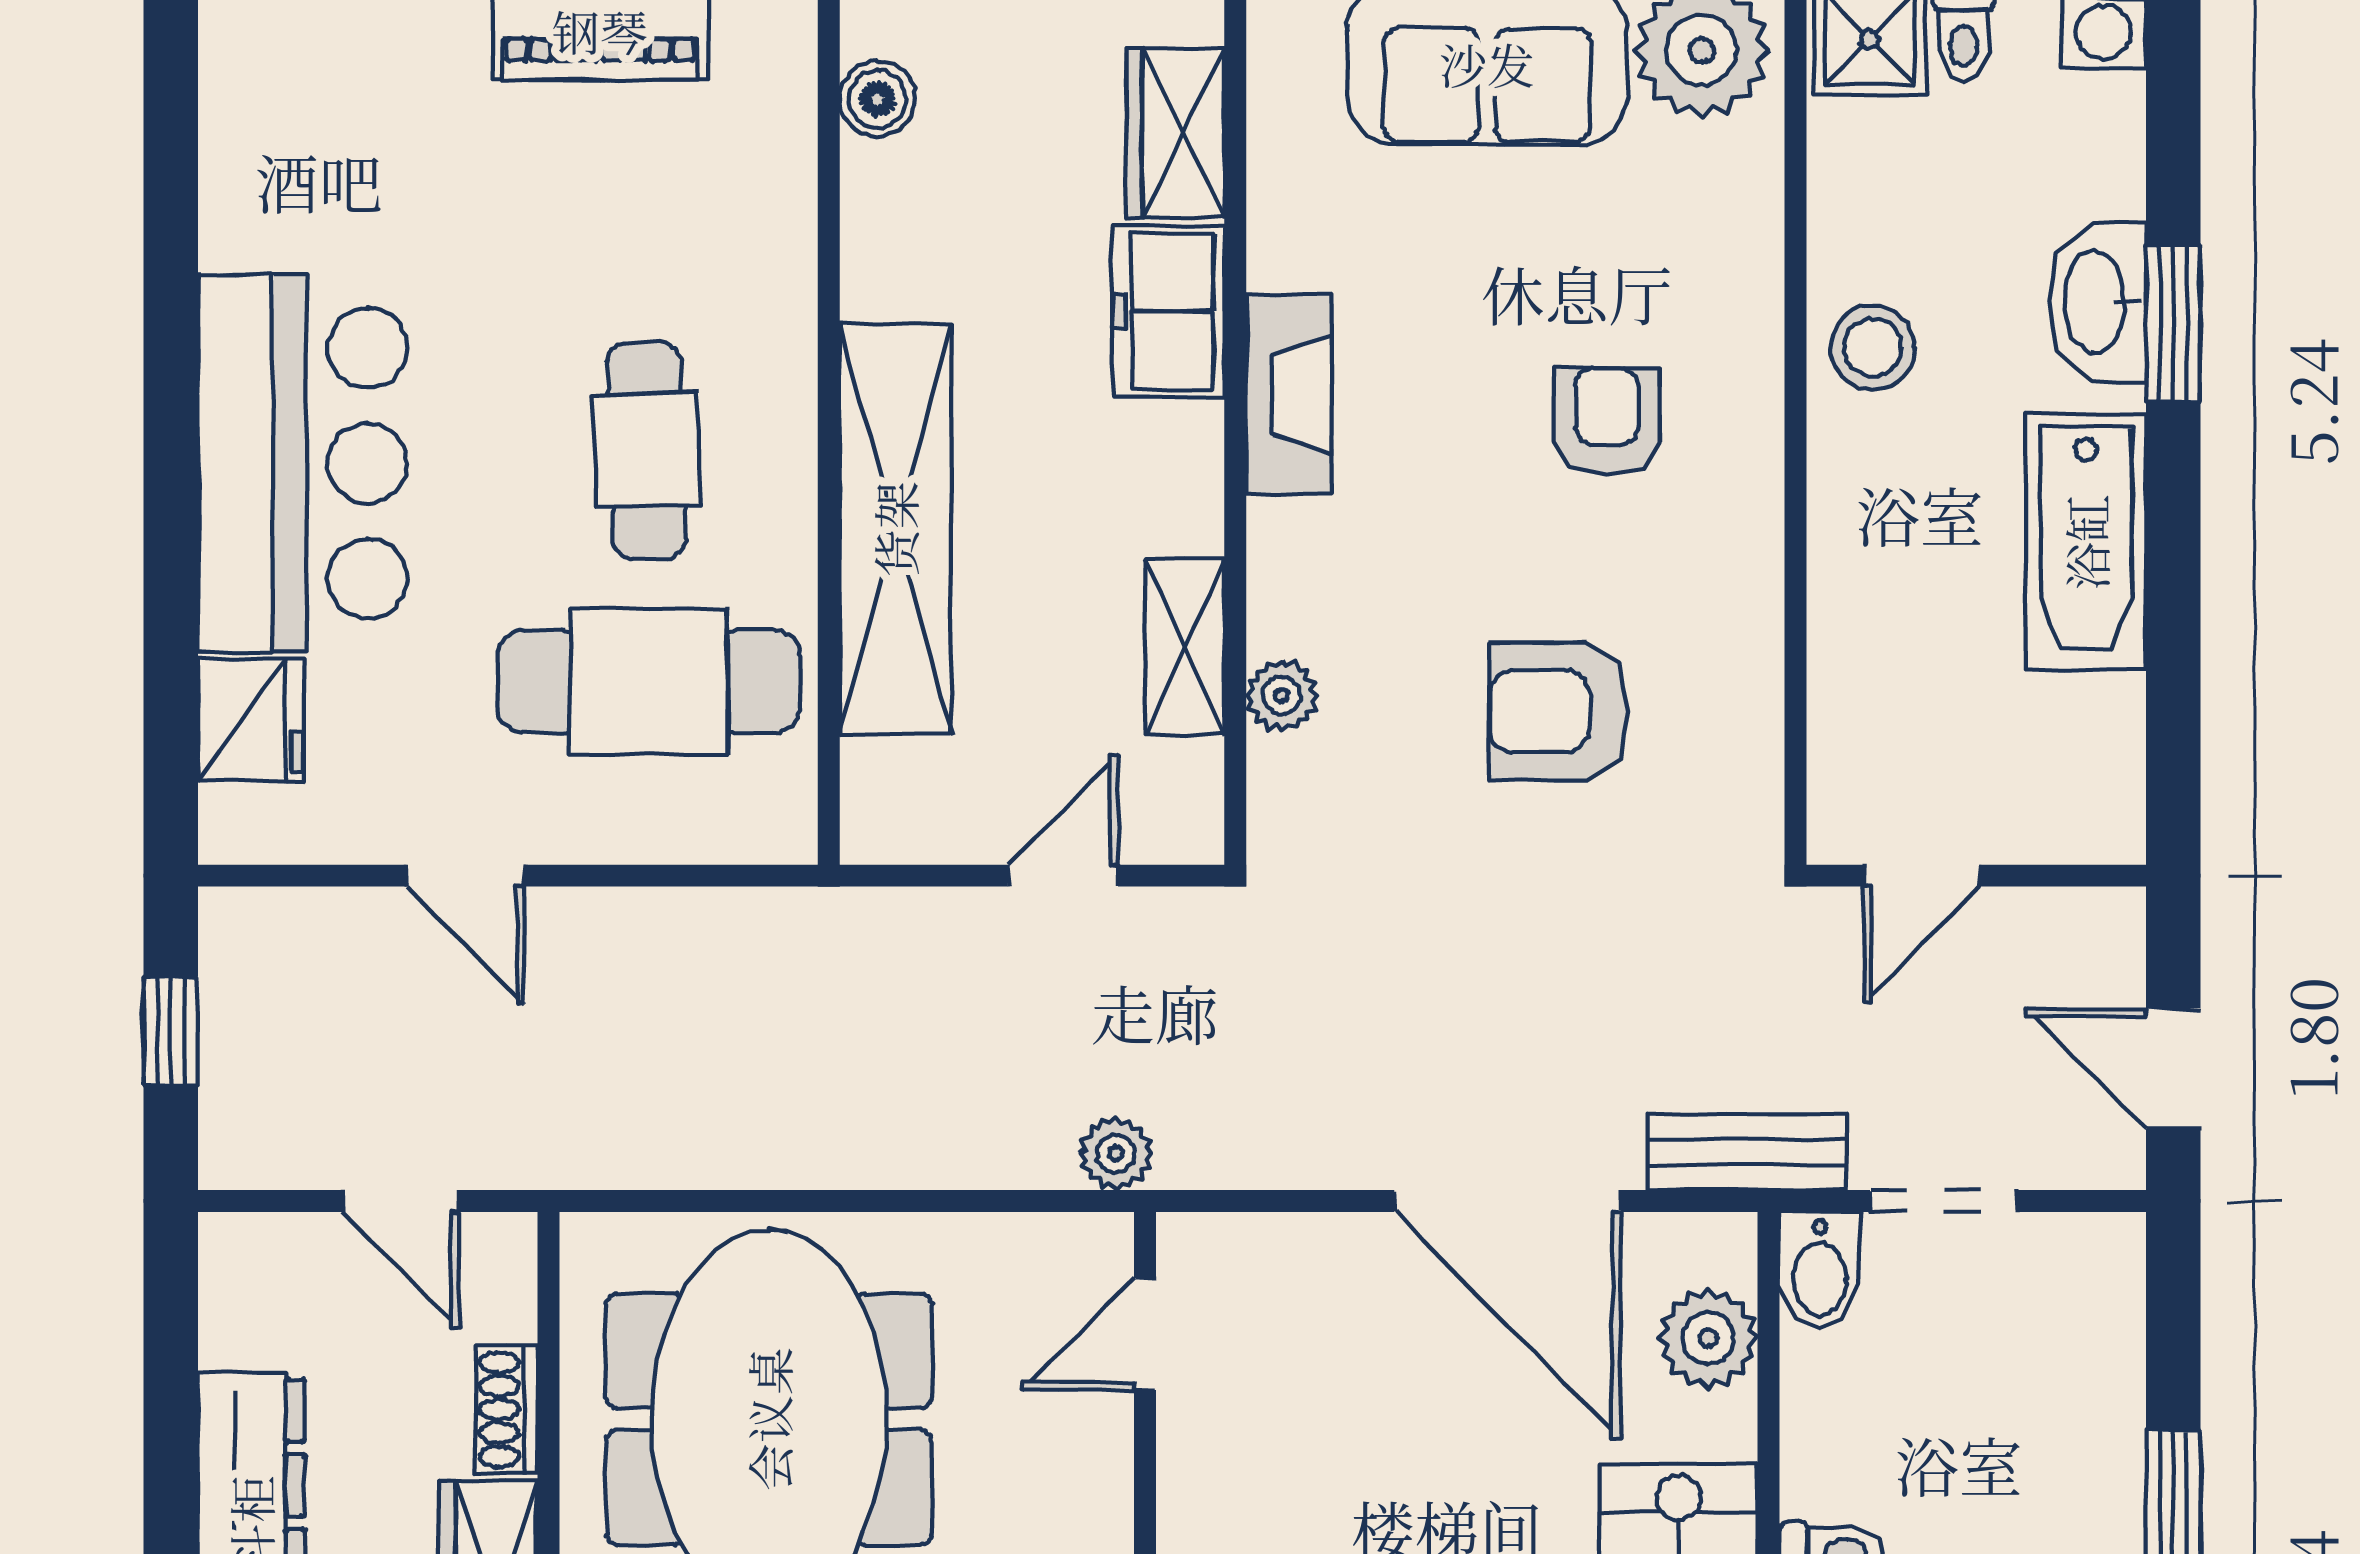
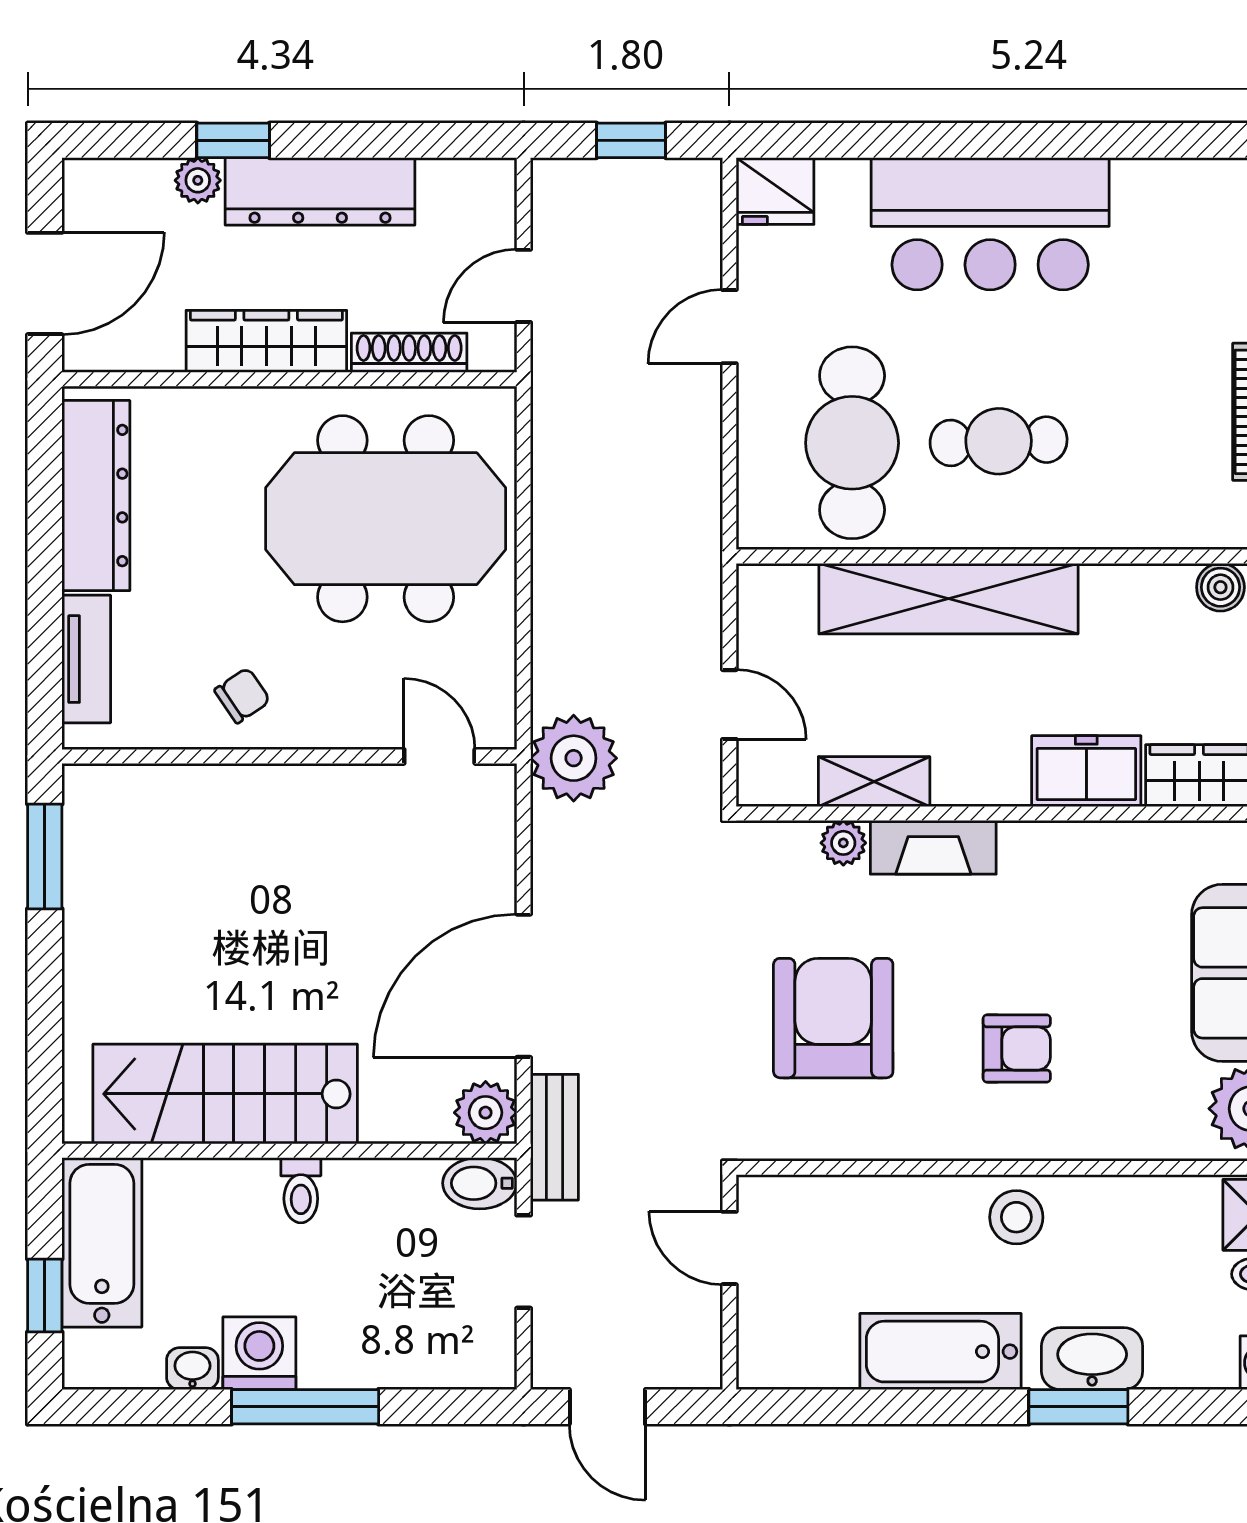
stool: (1873, 347) -> (1016, 1217), moved
fireplace: (1289, 394) -> (933, 847), moved
armchair: (1559, 711) -> (833, 1018), width x1.36, depth x1.36
fridge: (251, 720) -> (775, 191), moved
door: (2173, 1068) -> (607, 1407), swing flipped
plant: (1116, 1154) -> (574, 758), width x1.88, depth x1.88
plant: (1708, 1338) -> (486, 1113), moved
shoe rack: (507, 1409) -> (409, 353), width x1.43

